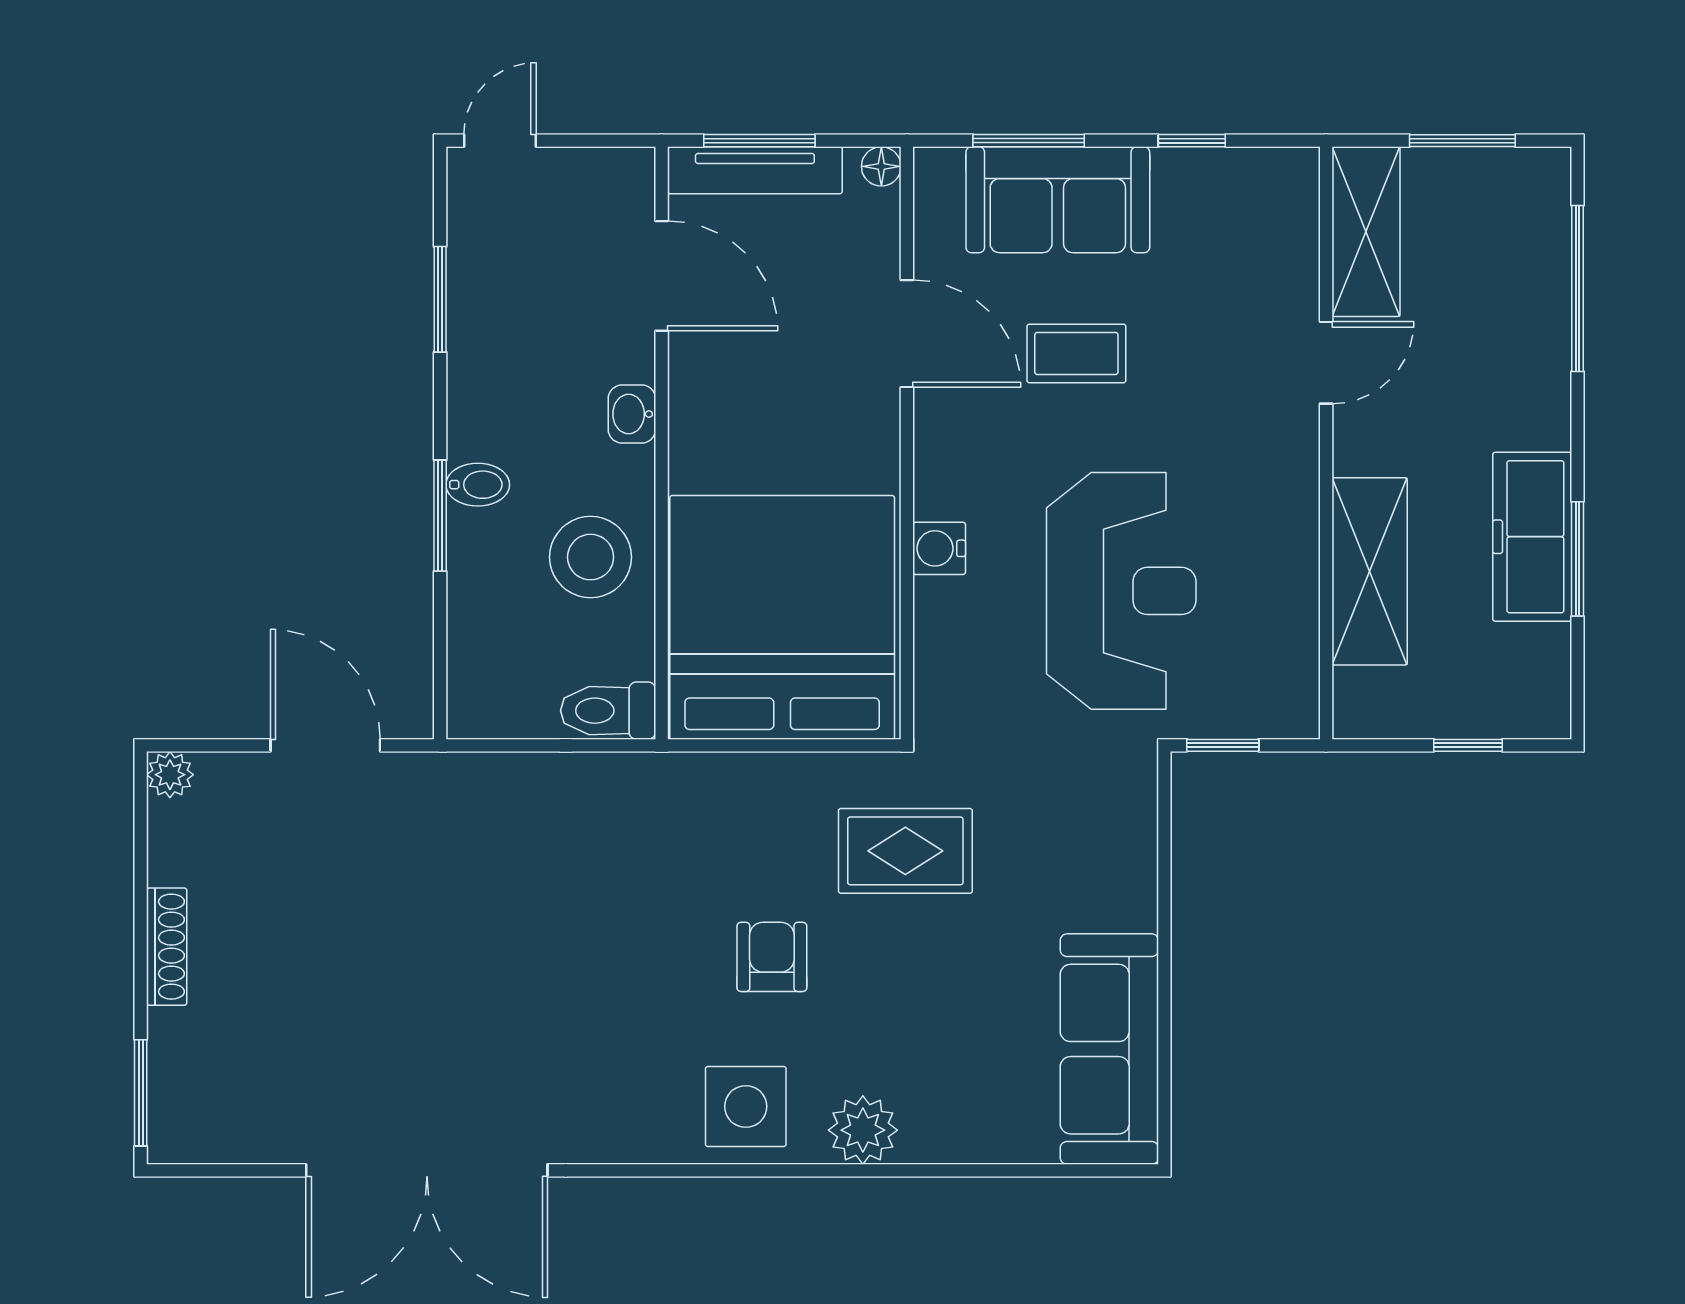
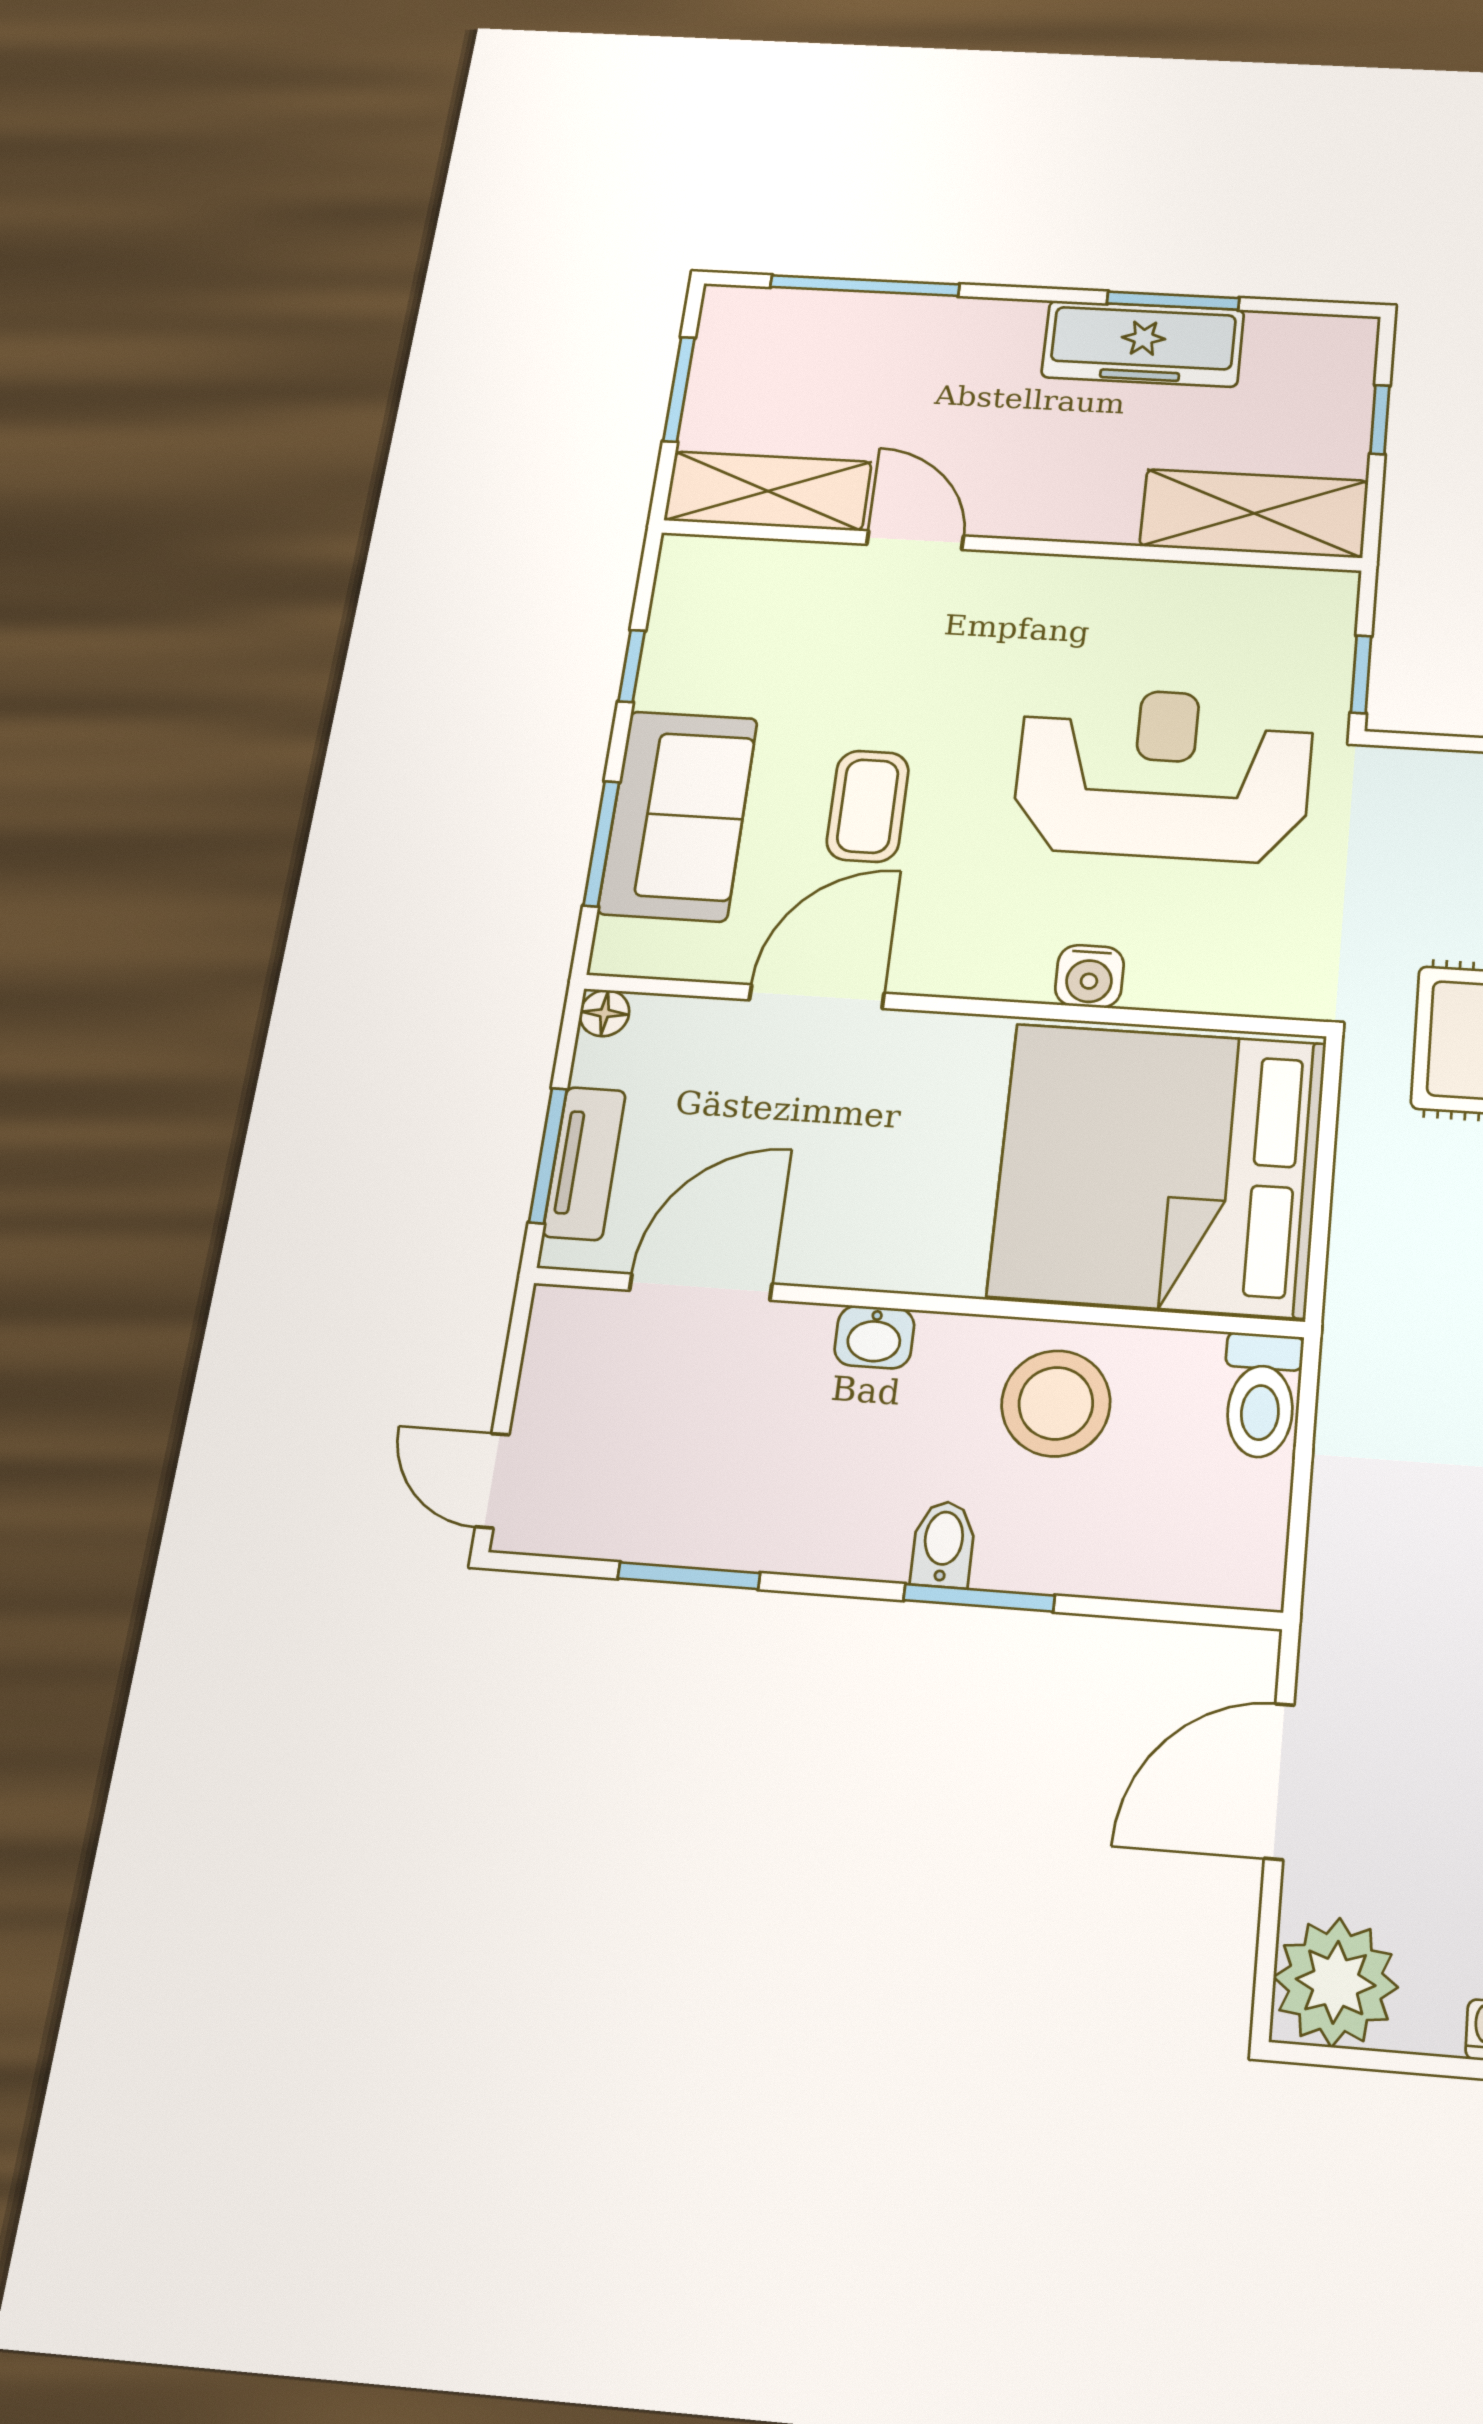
tv unit: (755, 170) -> (584, 1163), width x0.71
shelving: (1370, 571) -> (1254, 513), moved
plant: (170, 775) -> (1336, 1982), width x1.88, depth x1.88

